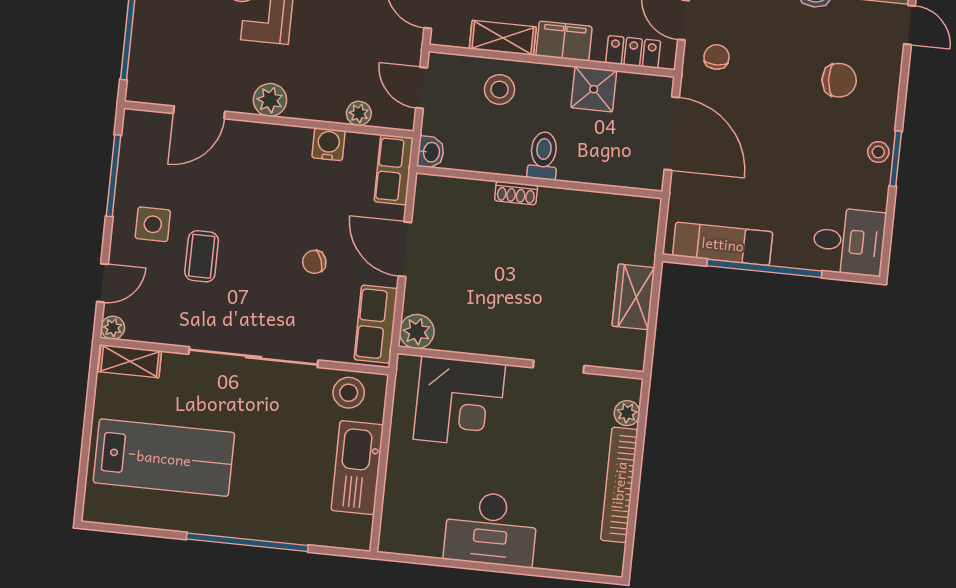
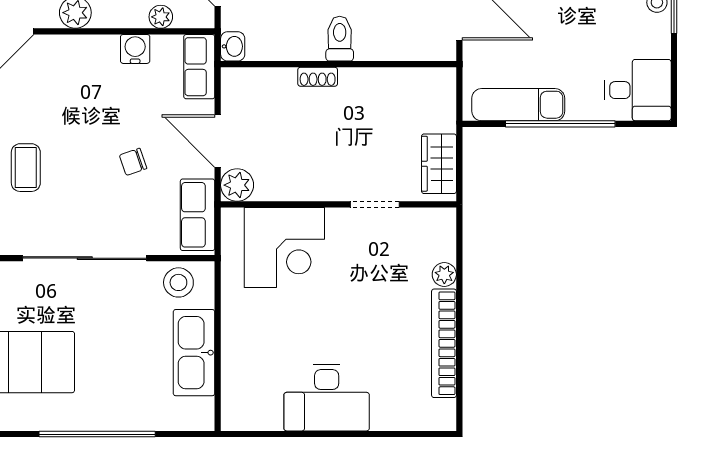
plant: (417, 332) -> (237, 185), moved
wall: (521, 363) -> (339, 204), moved
doorway: (559, 367) -> (375, 204), moved
corner desk: (459, 402) -> (284, 247), moved

